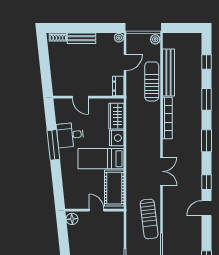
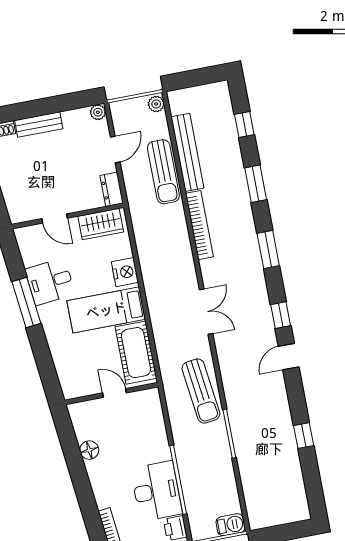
sun lounger: (152, 81) -> (163, 172), turned 180
wardrobe: (116, 116) -> (101, 224), moved, turned -90
floor lamp: (72, 219) -> (89, 450), moved

